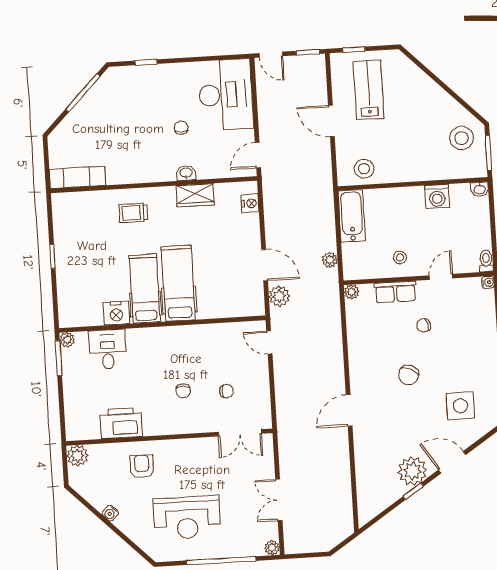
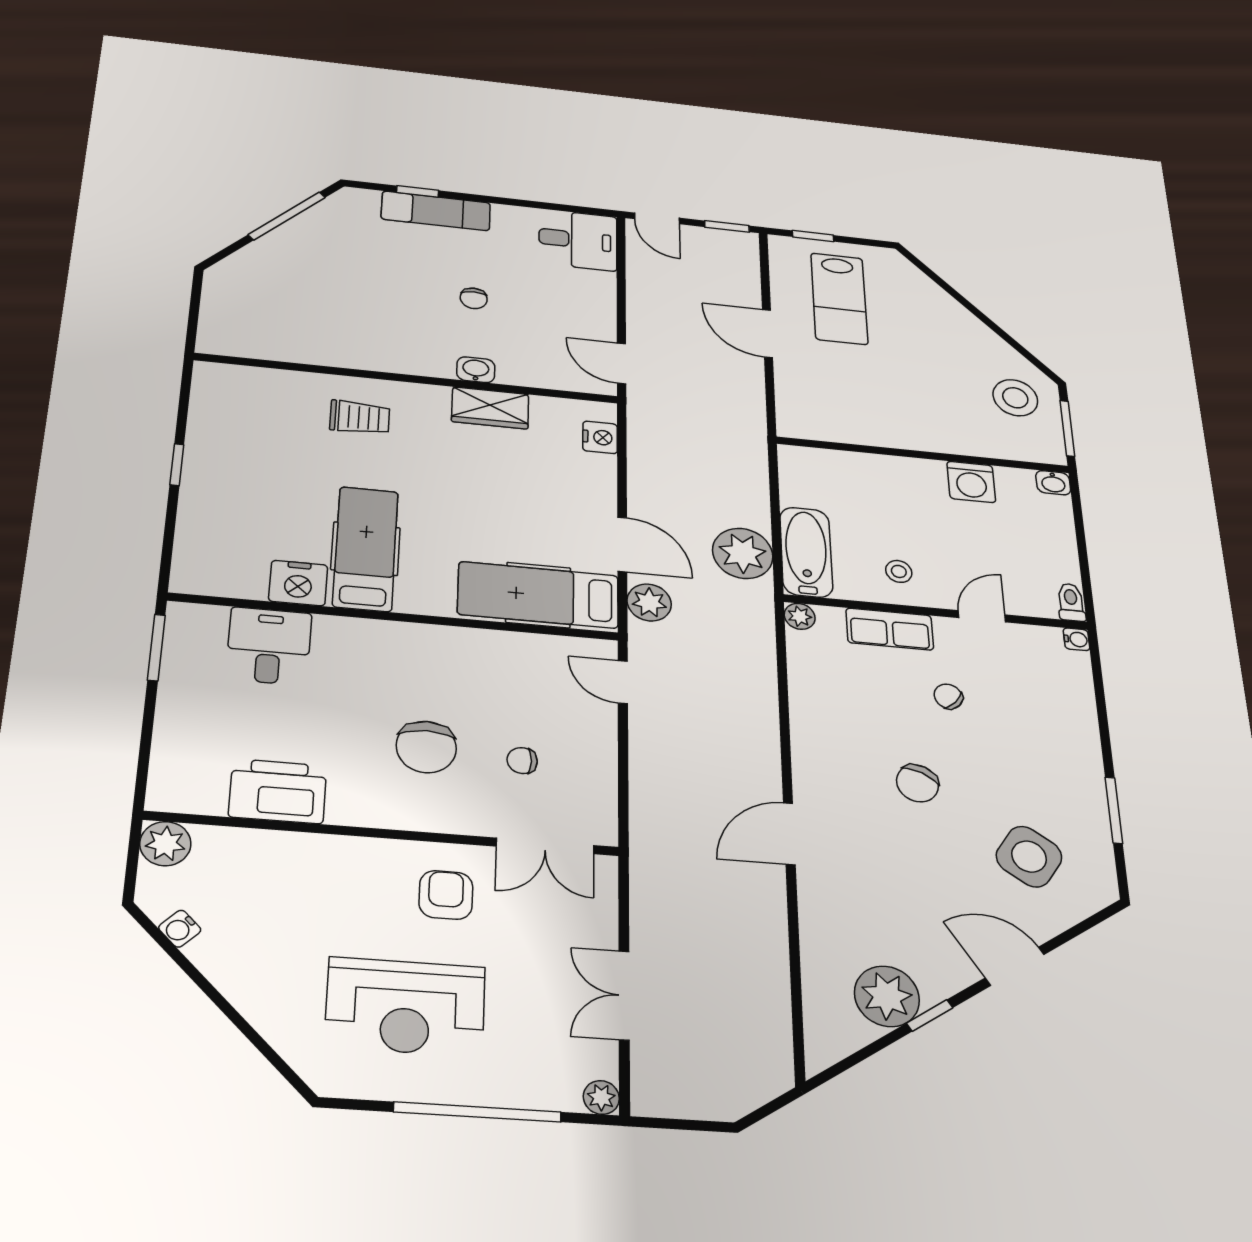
lab bench: (369, 90) -> (839, 299), turned 180
desk: (226, 95) -> (578, 240), width x0.53, depth x0.77
chair: (181, 128) -> (474, 298), turned 180
door: (258, 155) -> (621, 363), hinge flipped
stool: (364, 169) -> (829, 417), removed
exam couch: (77, 177) -> (436, 211), moved, turned 180
trolley: (133, 213) -> (360, 417), turned 180
bathtub: (352, 216) -> (806, 552), moved
plant: (330, 260) -> (743, 553), width x1.87, depth x1.87
hospital bed: (178, 283) -> (538, 595), moved, turned -90
chair: (424, 325) -> (948, 696), turned 56
plant: (67, 340) -> (182, 616), removed
chair: (183, 391) -> (426, 747), width x1.87, depth x1.87
chair: (226, 391) -> (522, 760), turned 180
side table: (460, 406) -> (1029, 857), turned 34
armchair: (142, 466) -> (446, 895), moved
plant: (412, 471) -> (887, 996), moved
water cooler: (110, 513) -> (180, 929), moved

